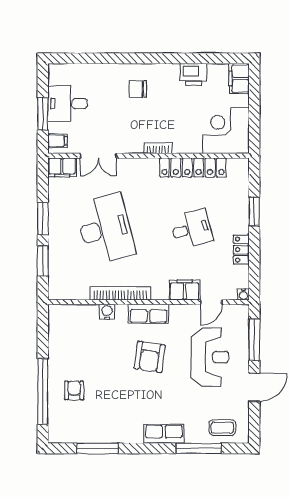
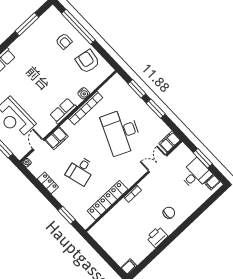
printer: (194, 74) -> (157, 237), moved
filing cabinet: (239, 79) -> (129, 267), width x0.50
corner desk: (226, 131) -> (108, 233), removed
filing cabinet: (57, 141) -> (212, 182), moved
window: (254, 212) -> (67, 215), moved
desk: (105, 229) -> (121, 132), turned 39
armchair: (150, 357) -> (87, 61), moved

